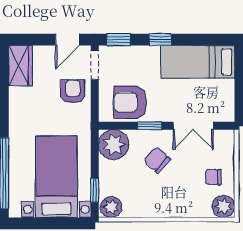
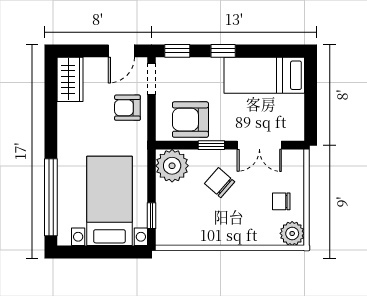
armchair: (73, 92) -> (127, 108), turned -90
plant: (111, 207) -> (169, 234), removed

